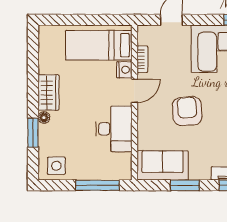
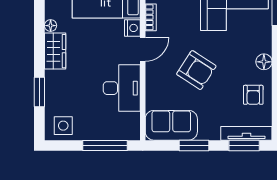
armchair: (187, 111) -> (196, 70), turned 127
floor lamp: (44, 118) -> (51, 26), moved

